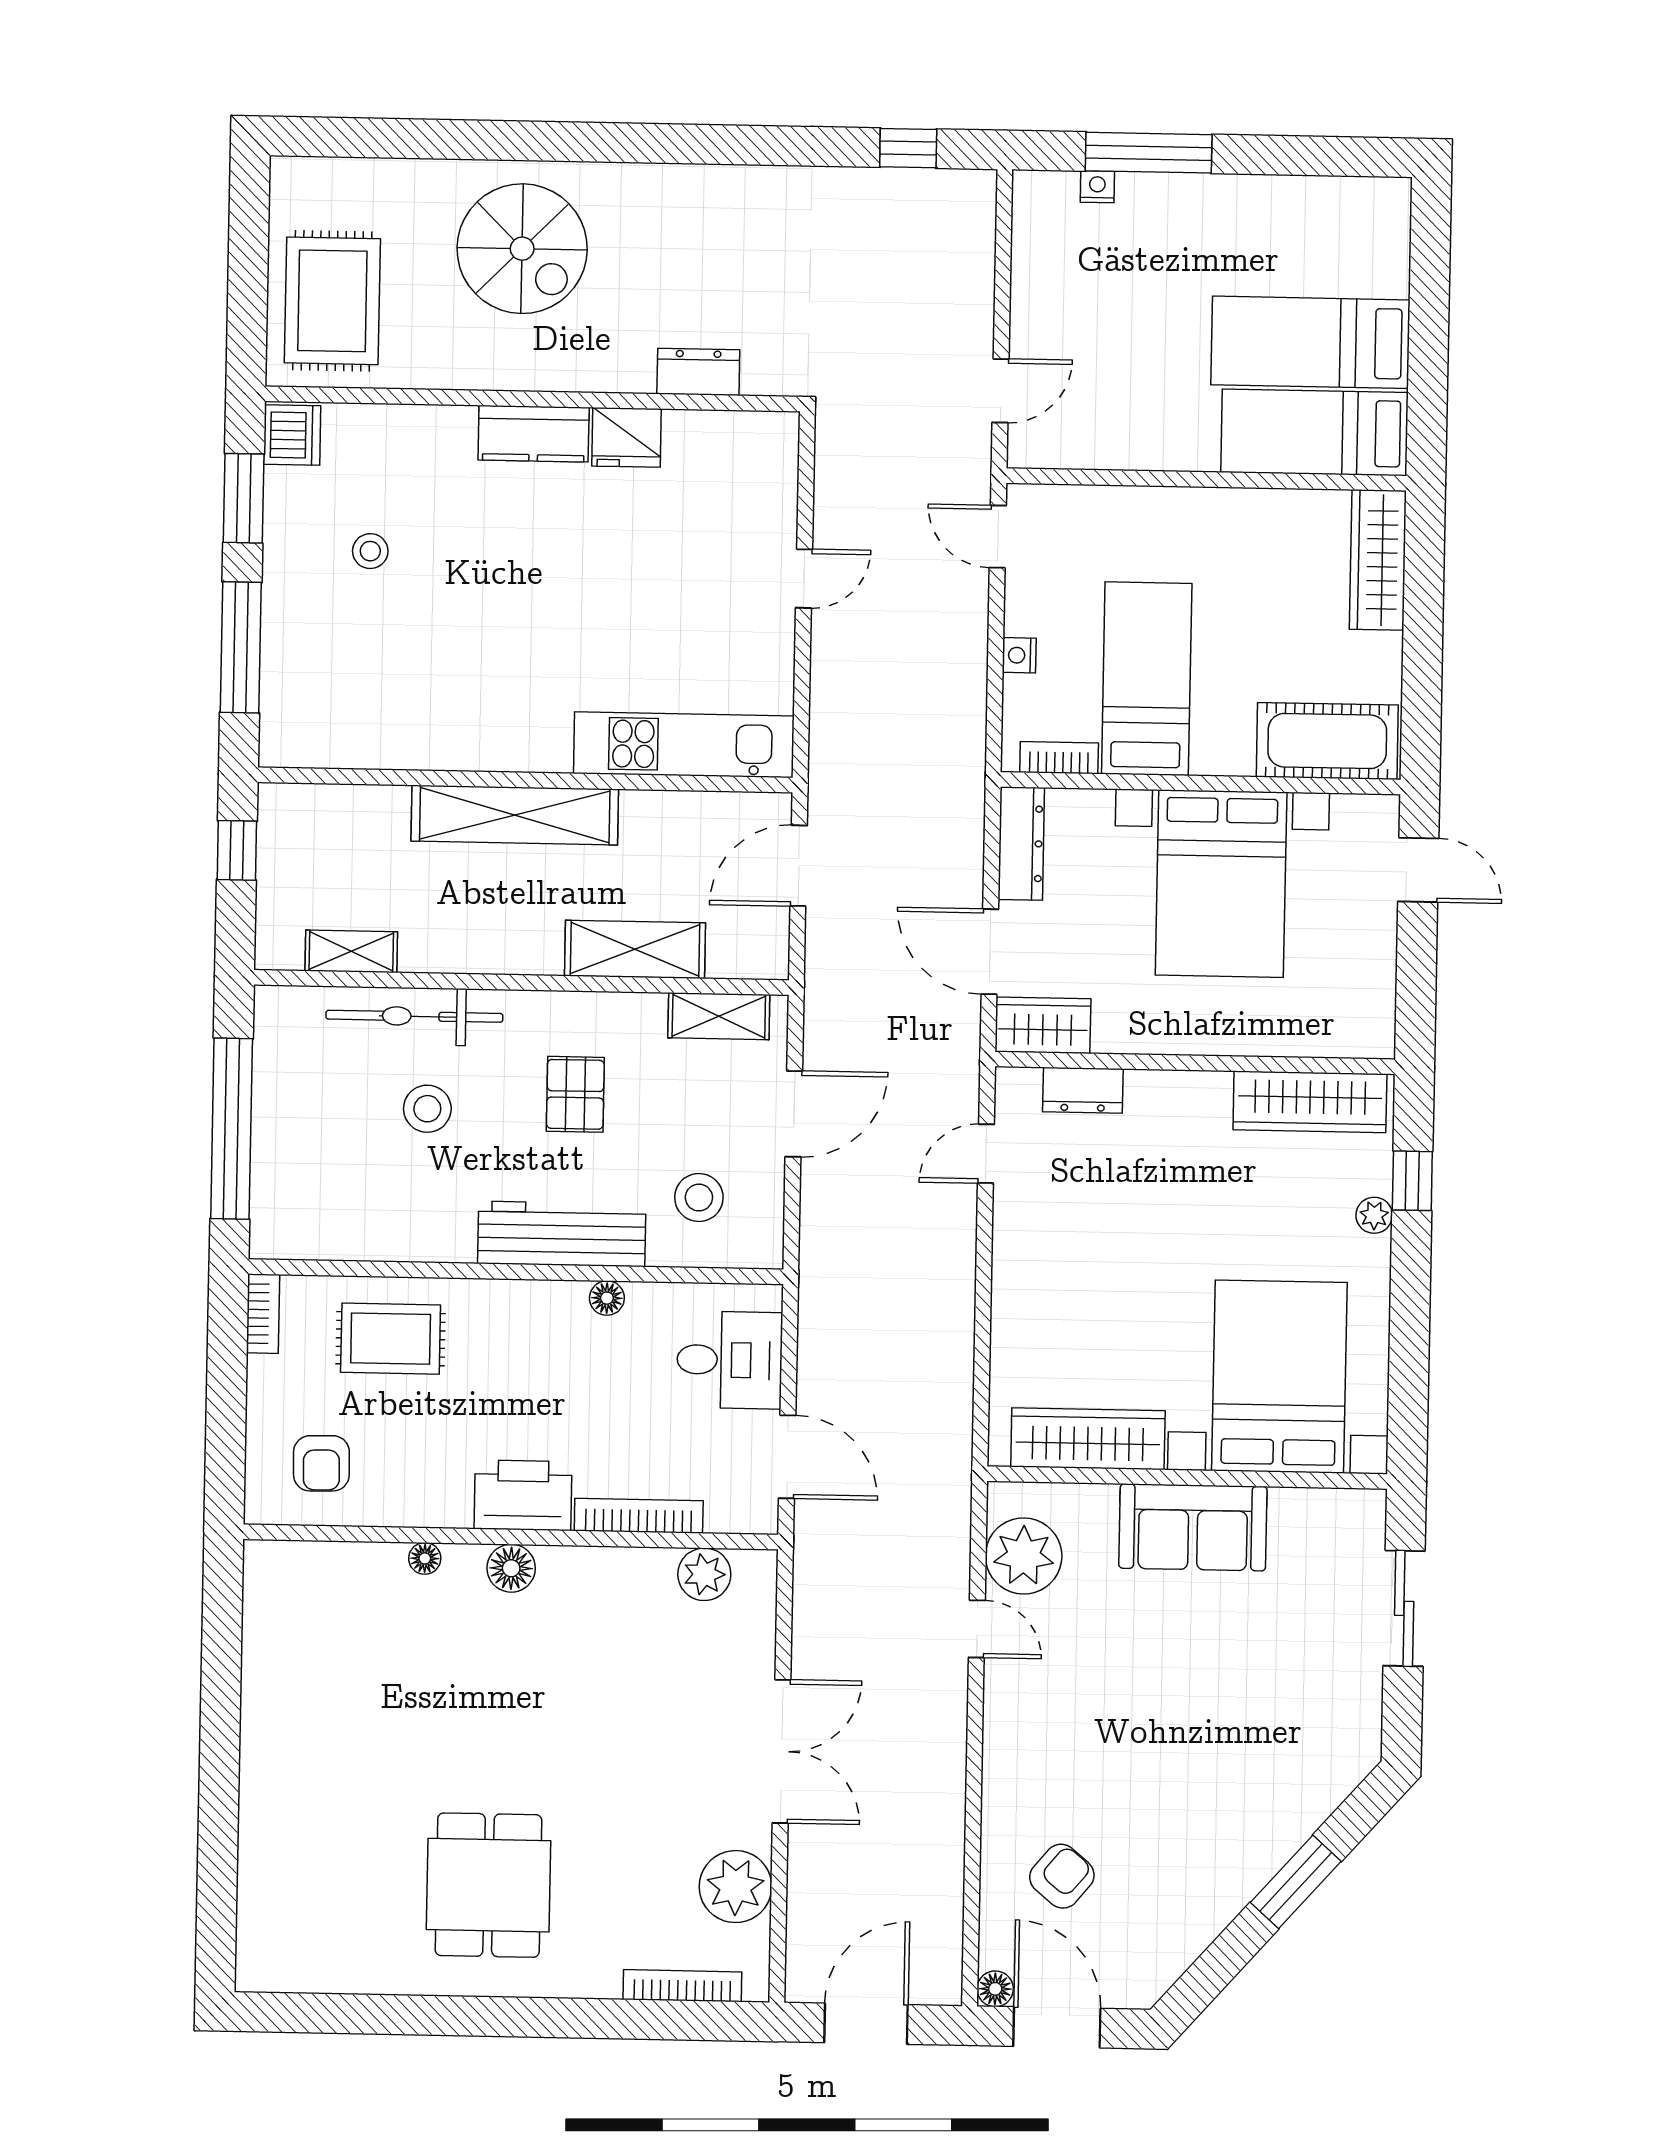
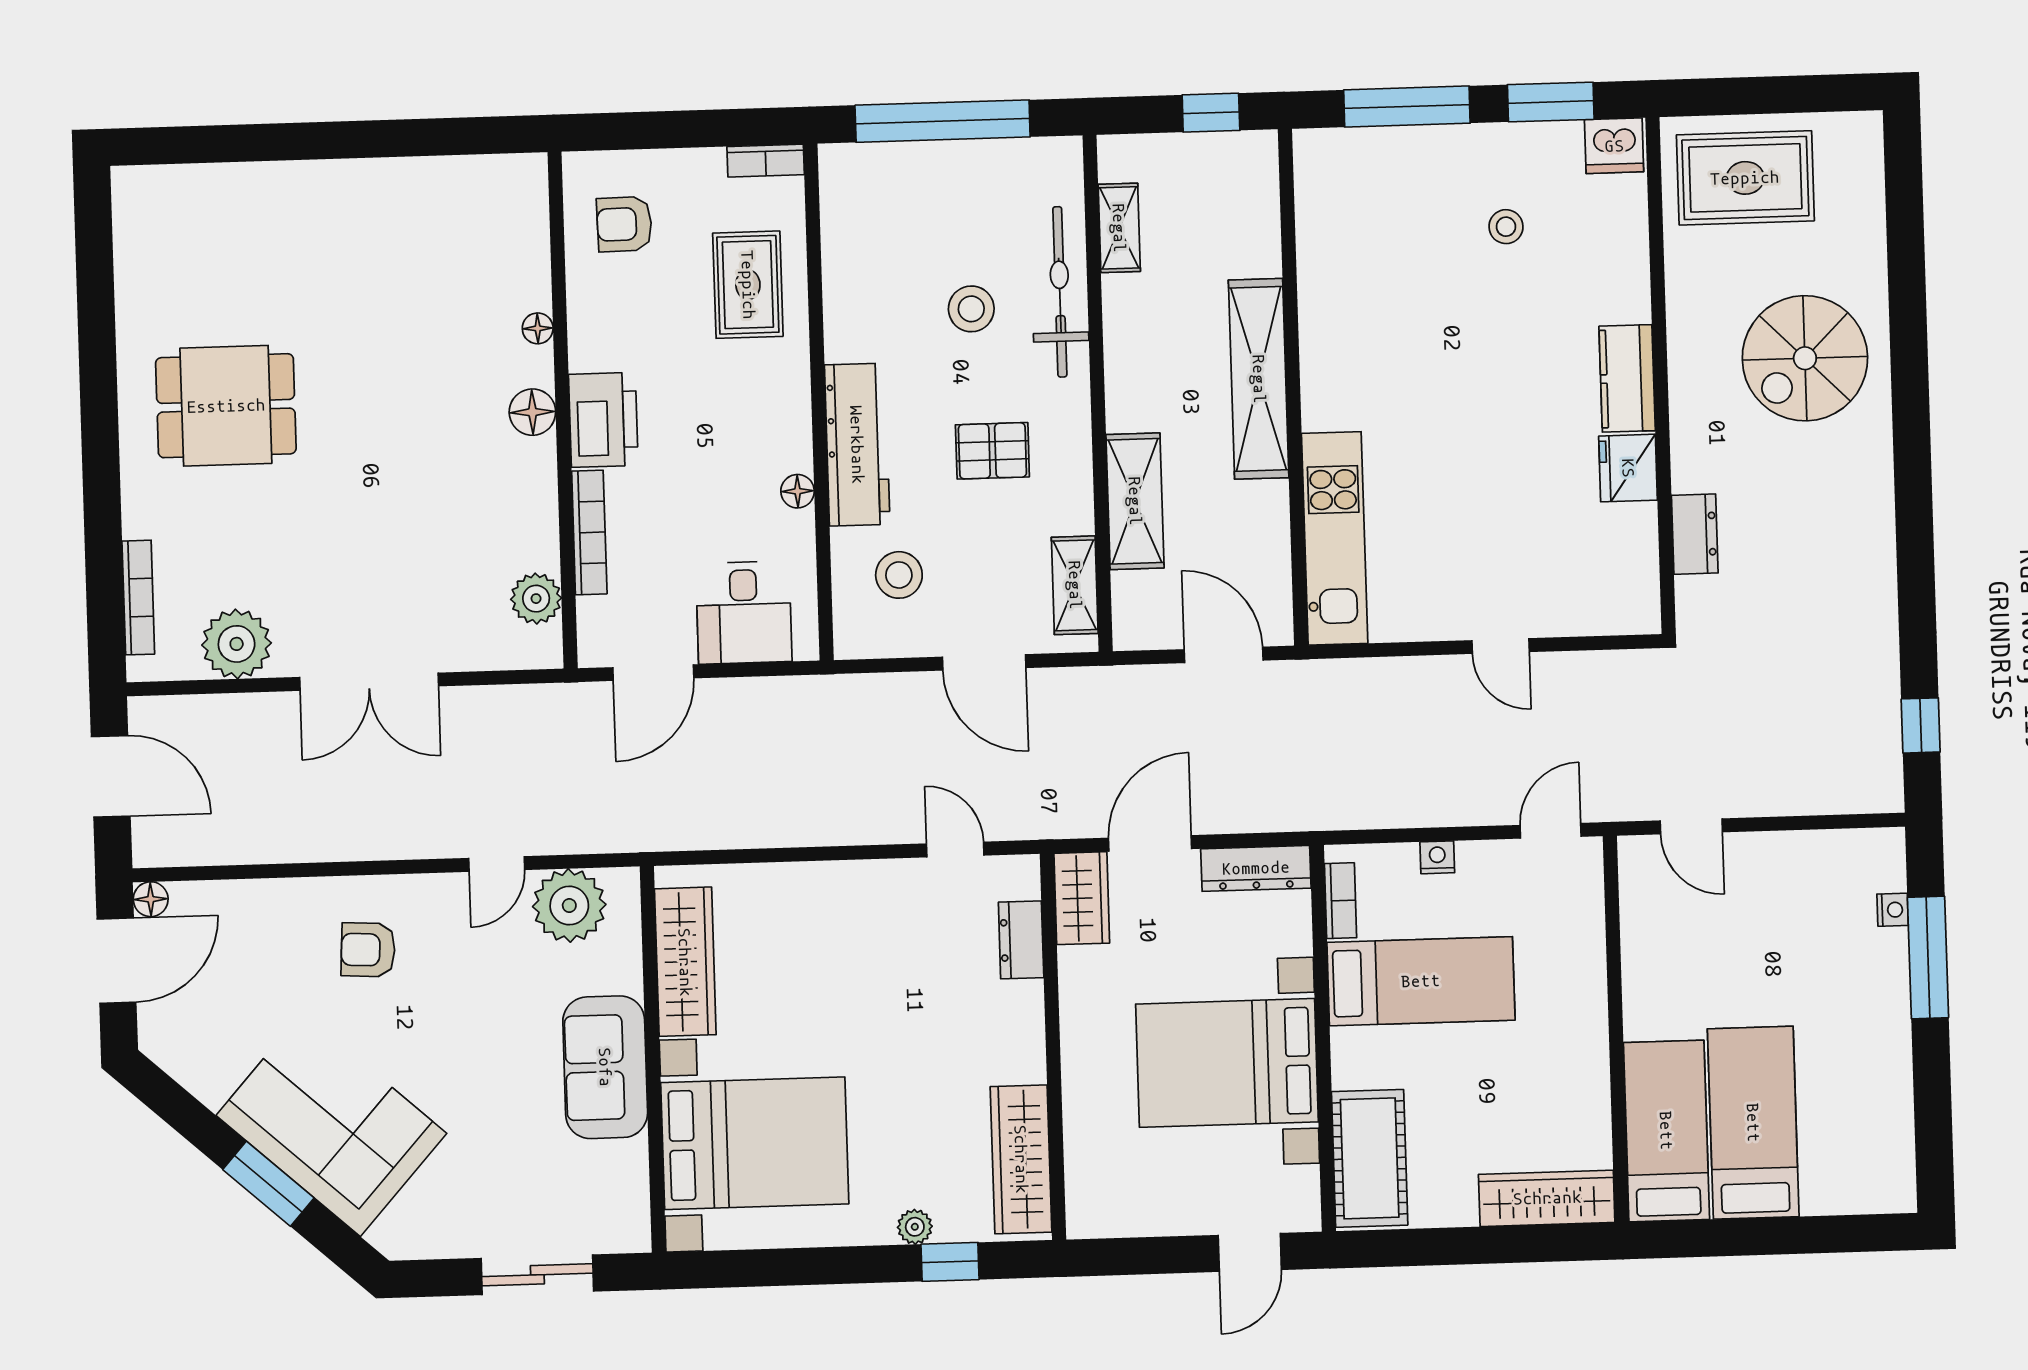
corner sofa: (1238, 1814) -> (331, 1124), added
armchair: (1062, 1876) -> (368, 950), moved, turned 143

